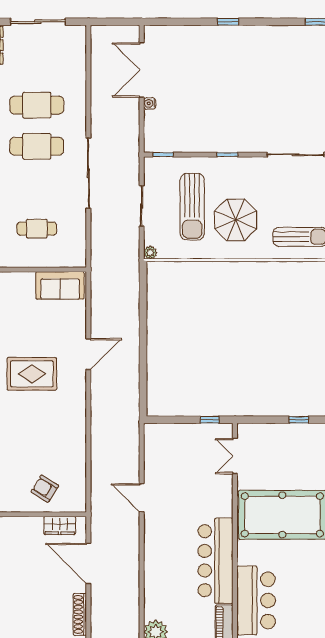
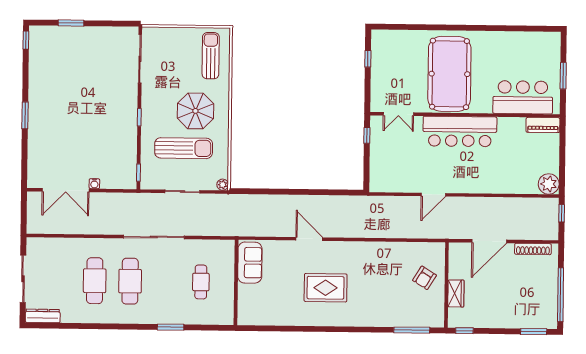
window: (228, 22) -> (25, 115), width x1.50
rug: (32, 374) -> (326, 288), turned 90
wardrobe: (60, 525) -> (456, 293), moved
bar counter: (216, 561) -> (460, 131), moved

